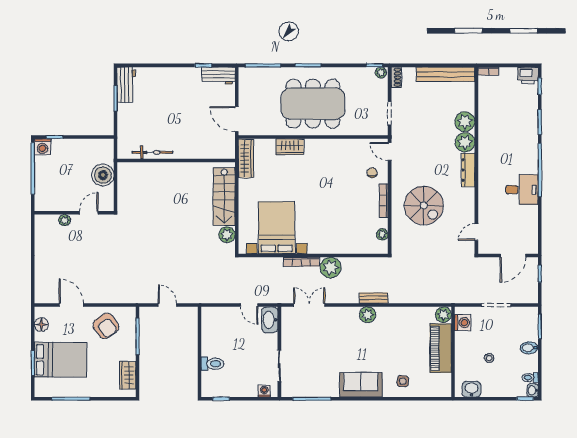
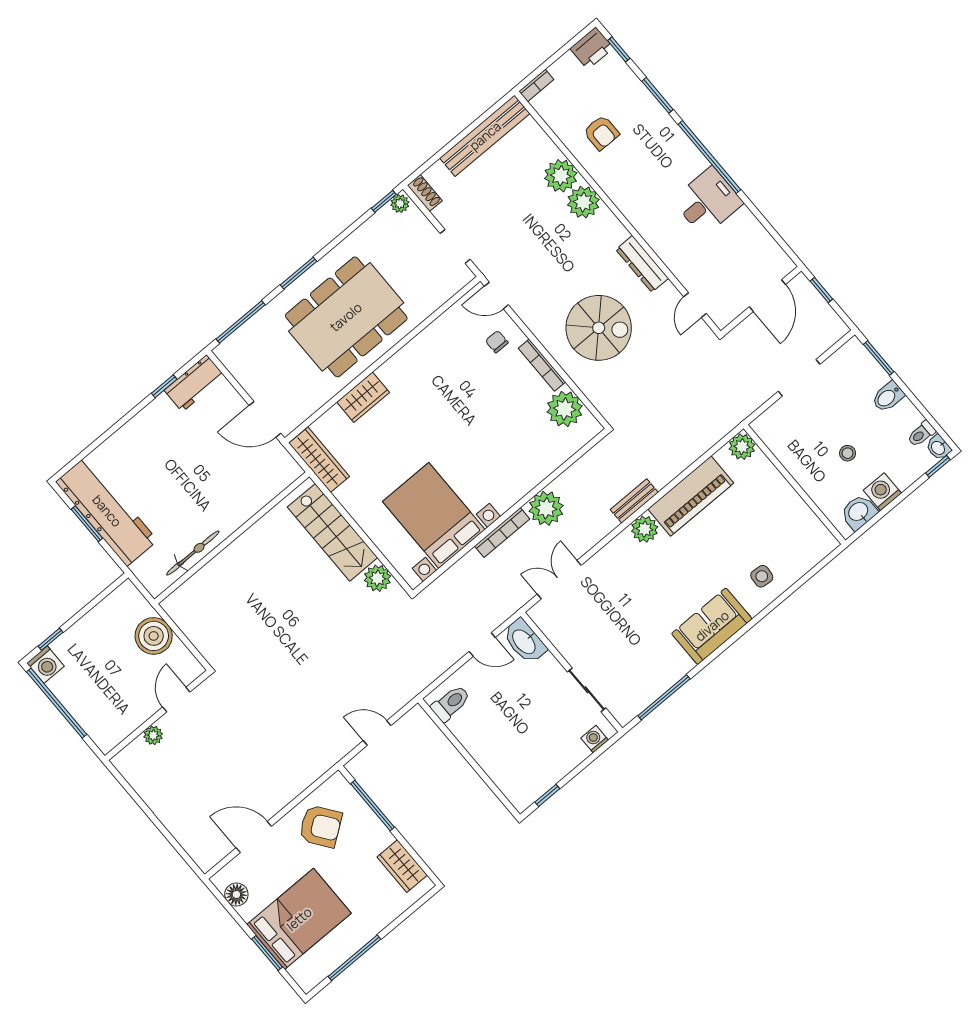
workbench: (126, 85) -> (107, 511), width x1.88, depth x1.32
armchair: (500, 118) -> (601, 133), added
dresser: (468, 170) -> (642, 264), moved
plant: (382, 234) -> (565, 409), width x1.87, depth x1.87
washing machine: (463, 323) -> (882, 492), moved, turned -90
piano: (441, 348) -> (691, 496), moved, turned -90
toilet: (212, 364) -> (451, 703), moved

